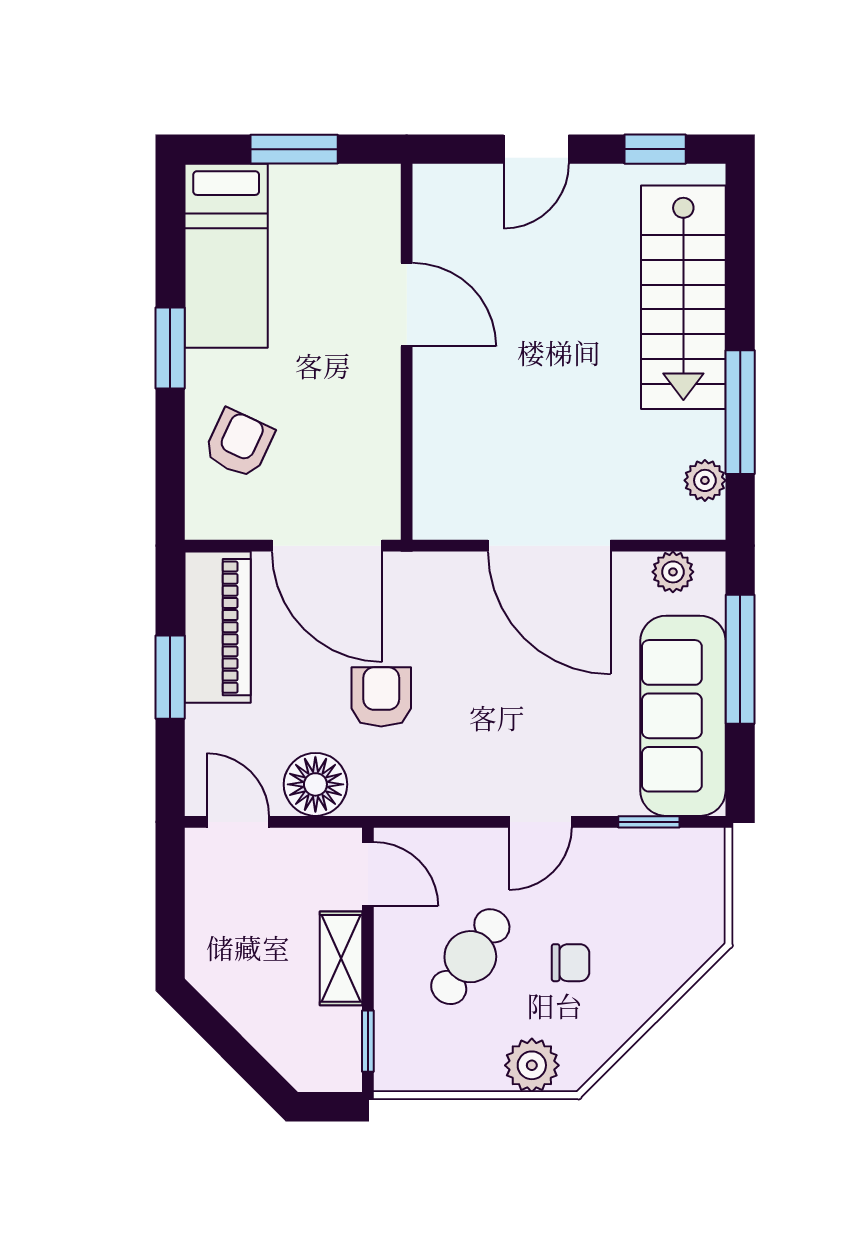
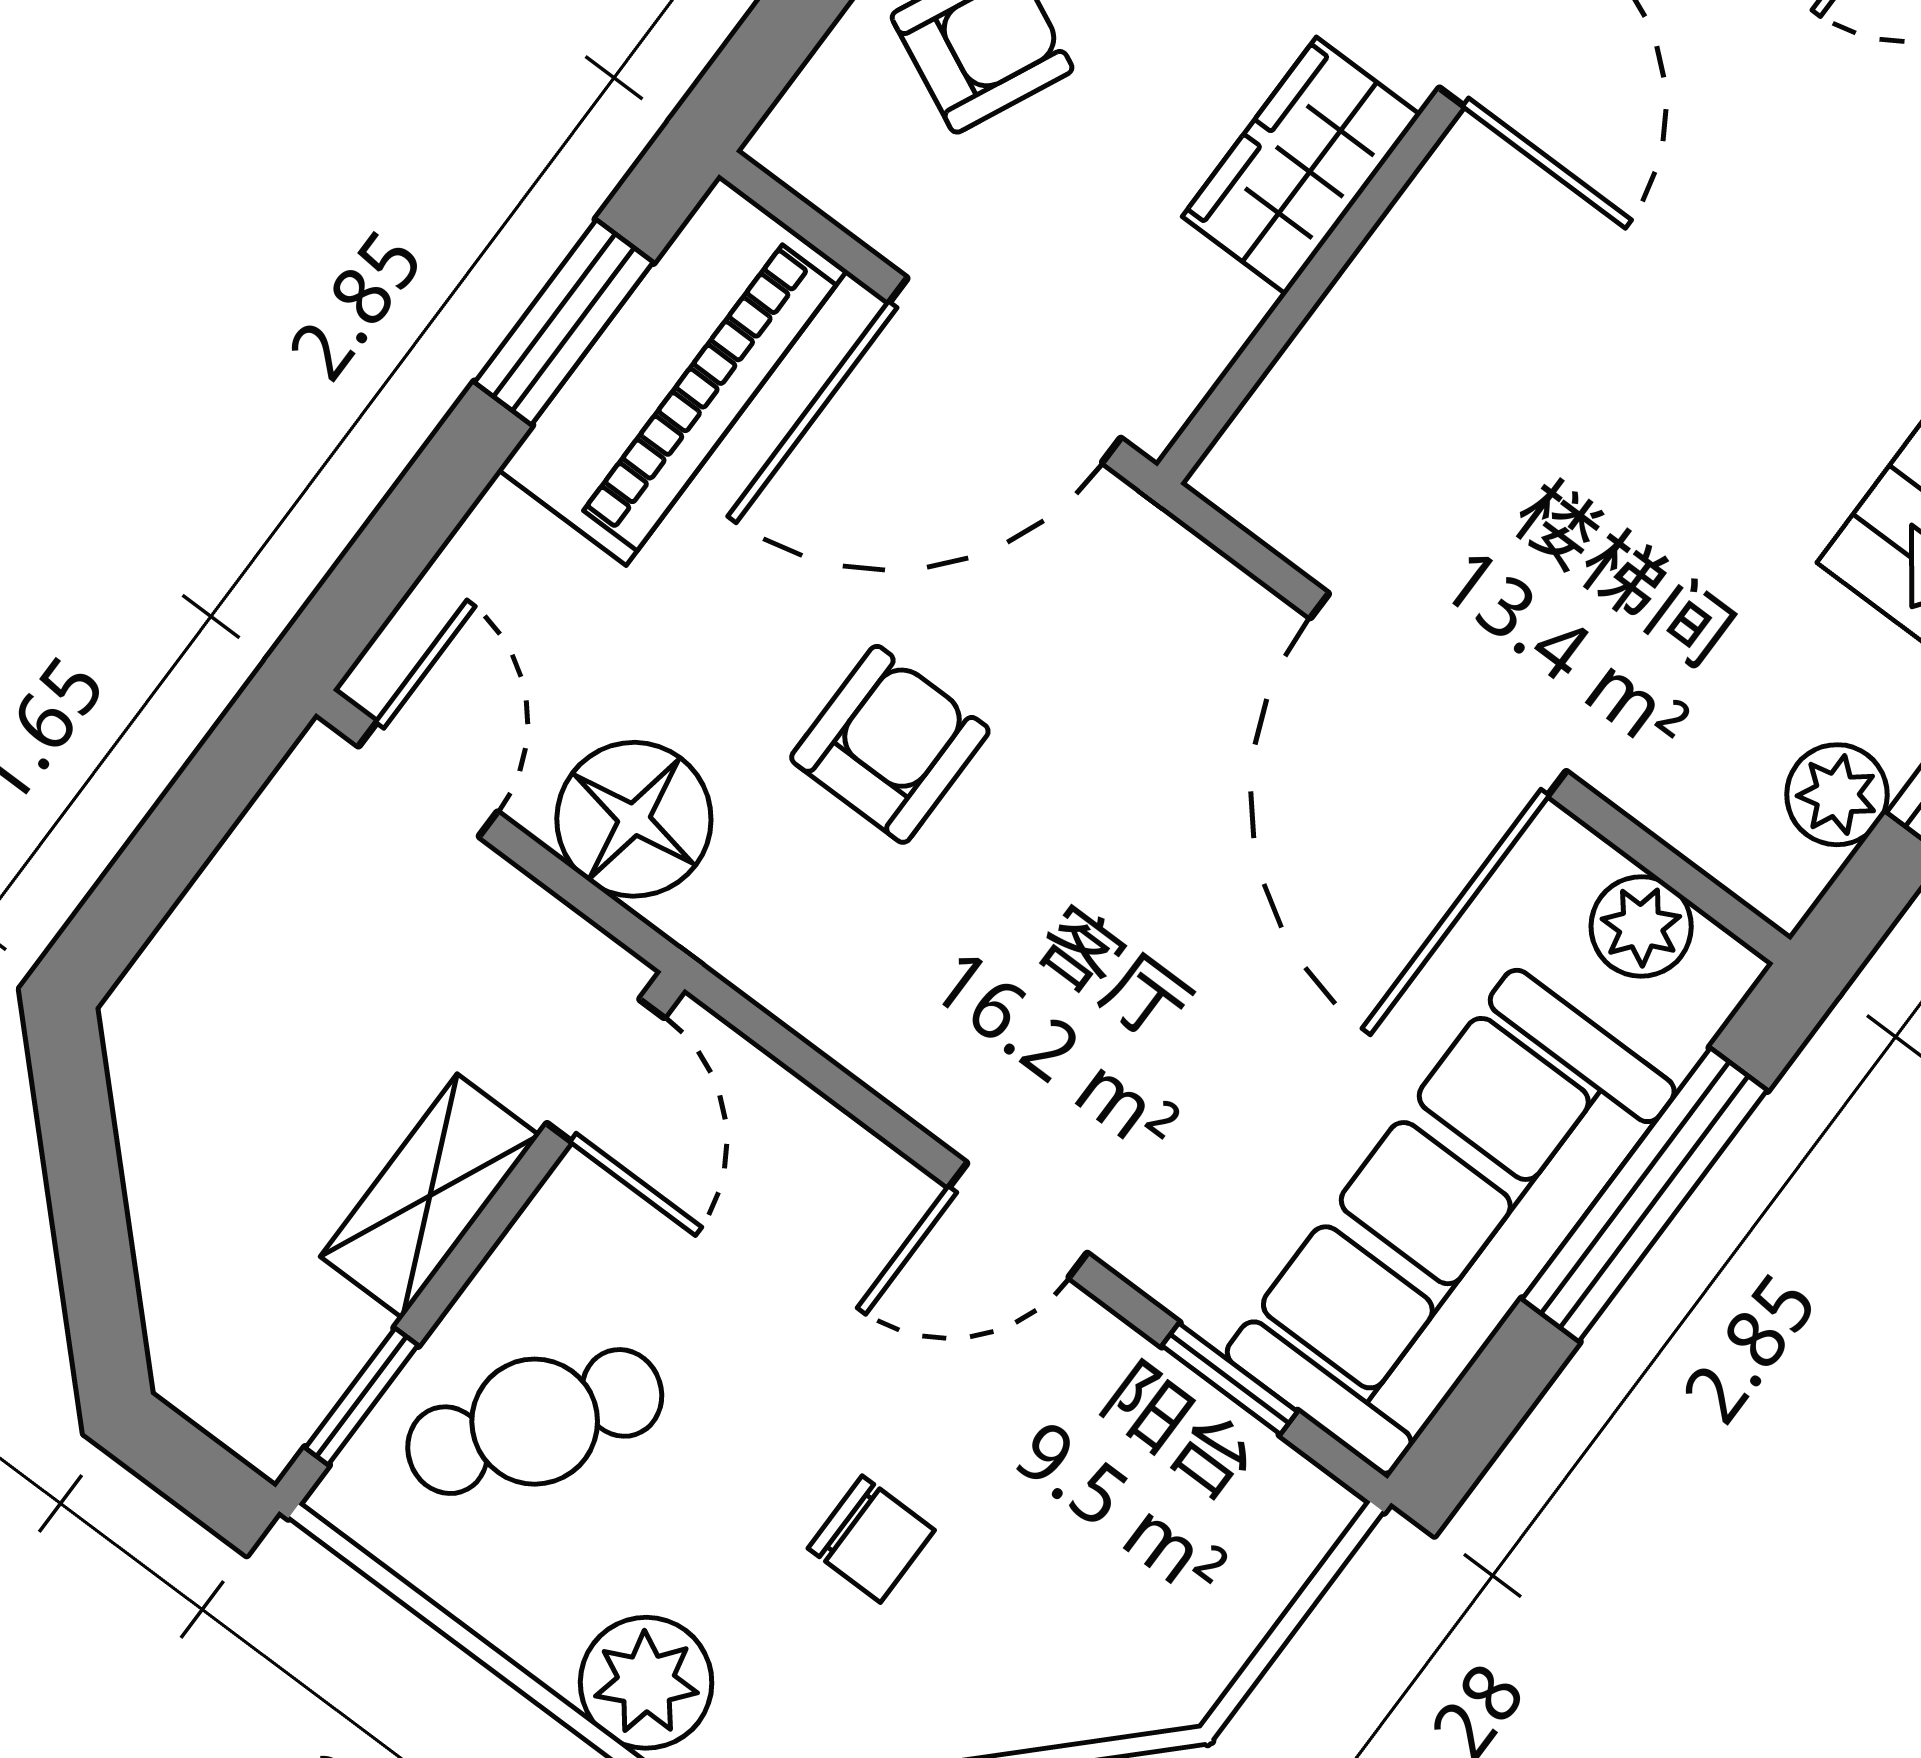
wardrobe: (374, 405) -> (1301, 166), added
door: (327, 546) -> (1005, 370), hinge flipped
window: (170, 677) -> (564, 322), moved
cafe table: (470, 957) -> (535, 1422), moved

